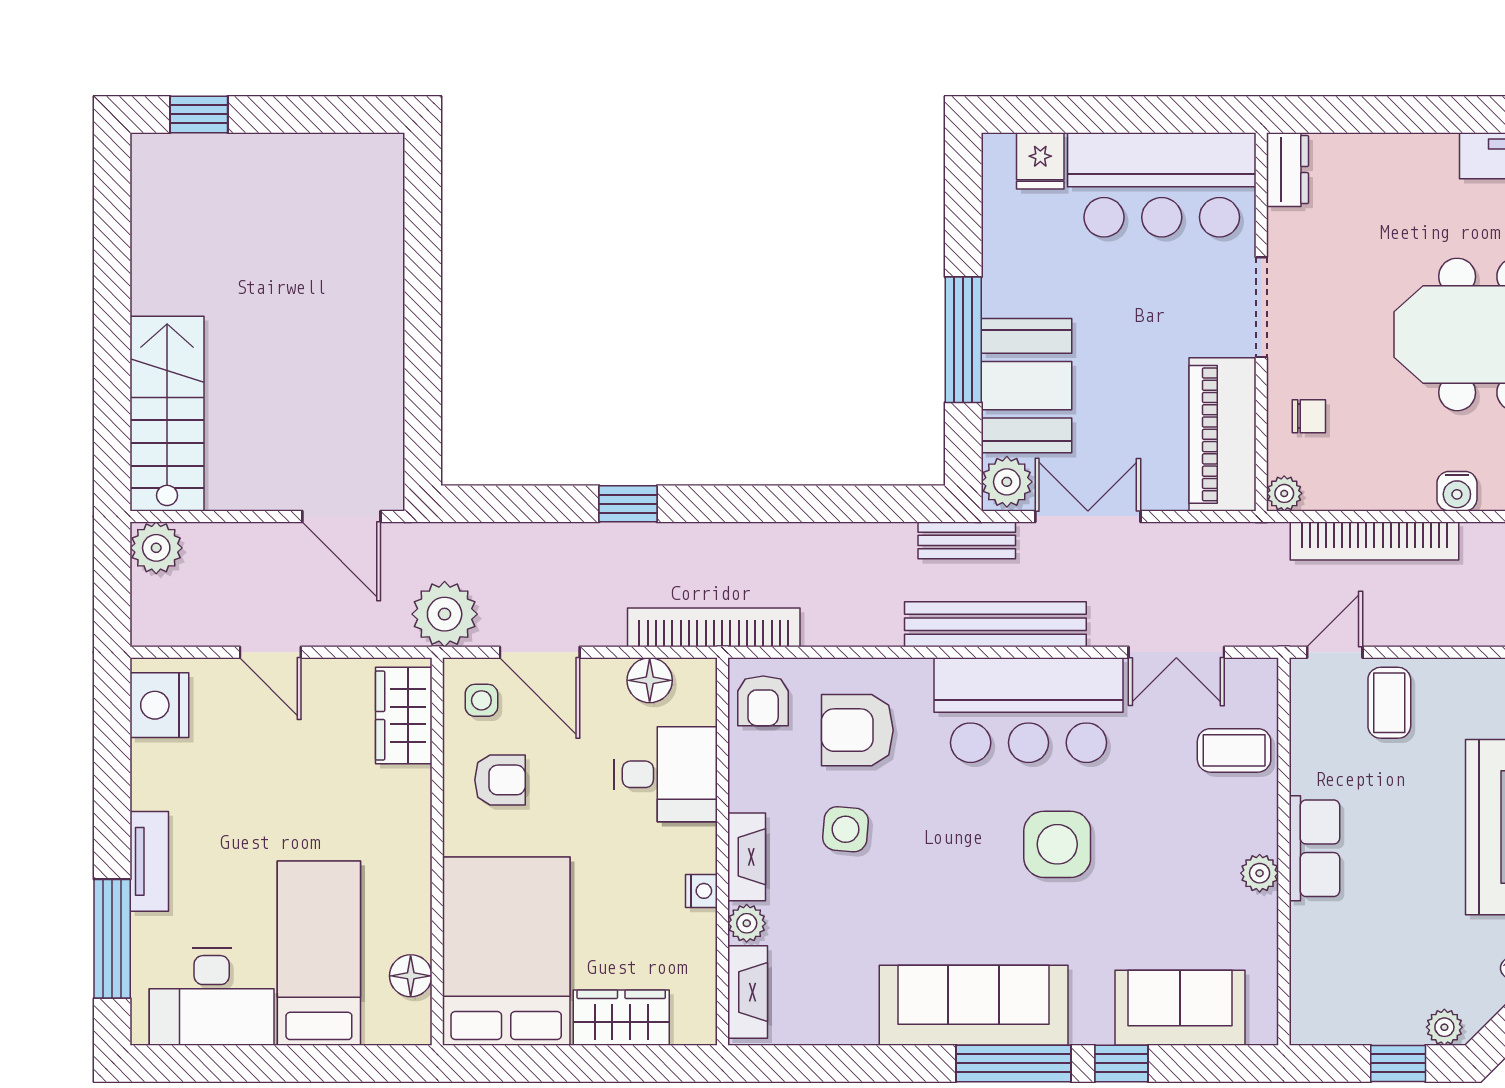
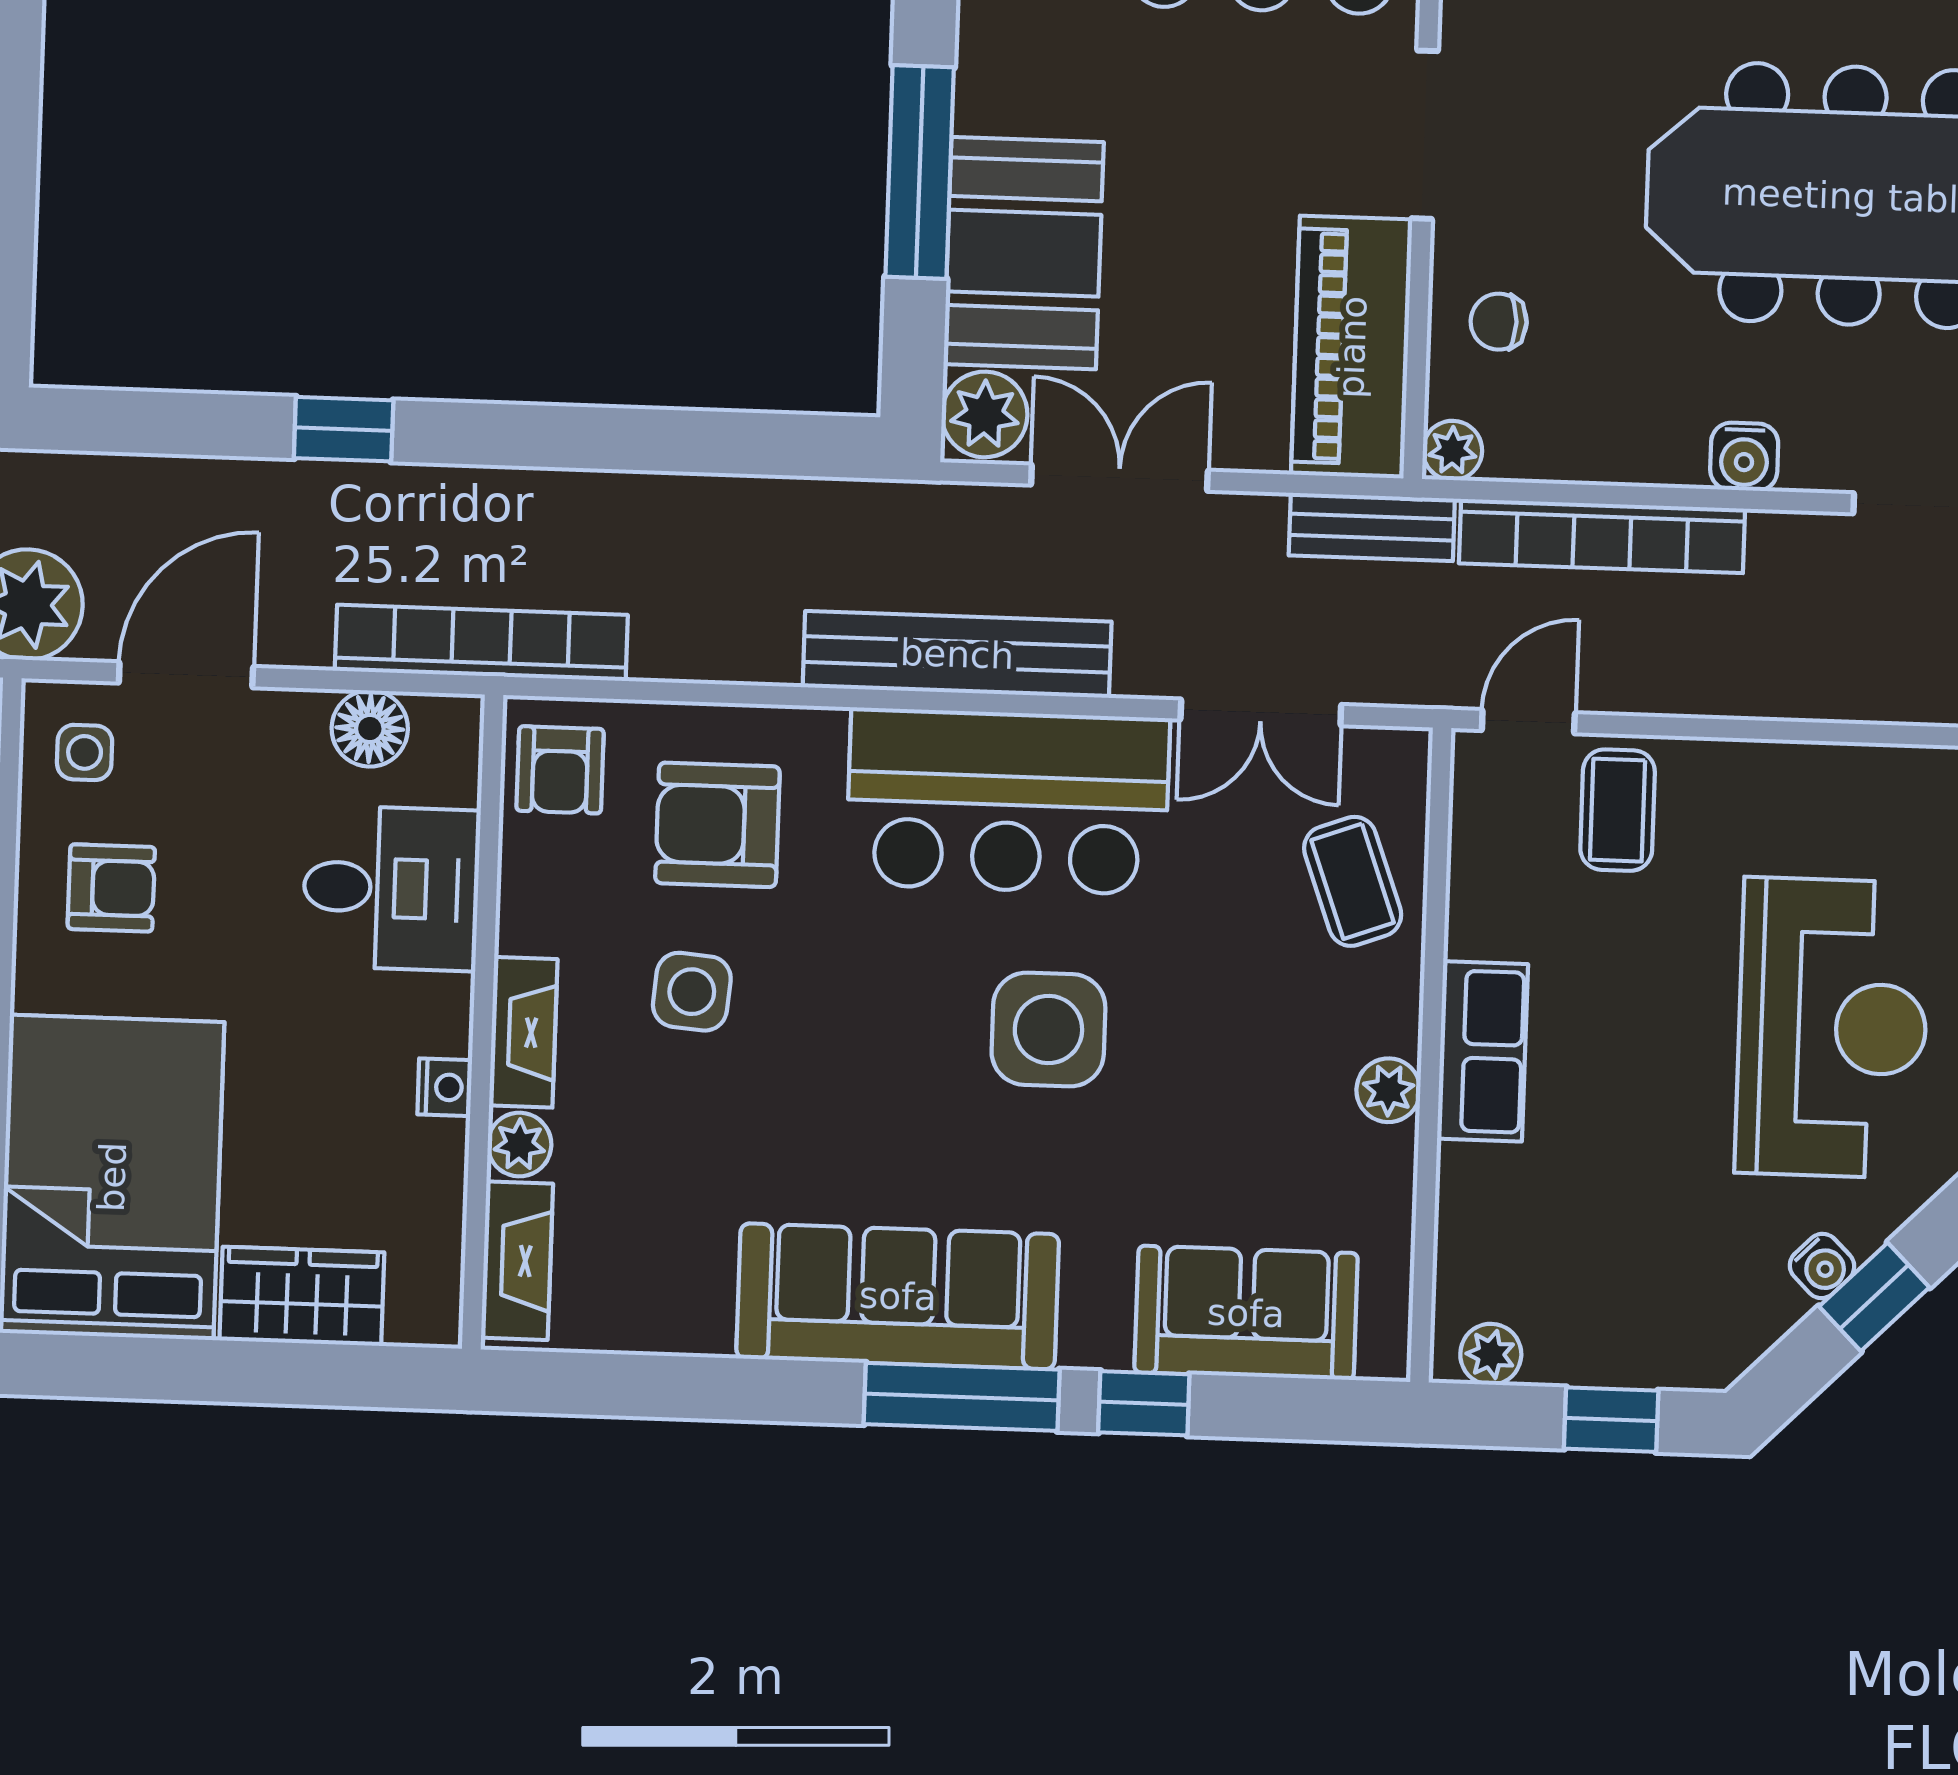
chair: (1309, 416) -> (1499, 322), turned 180
bench: (967, 540) -> (1372, 527), moved
door: (540, 652) -> (186, 675), swing flipped
coffee table: (1234, 750) -> (1353, 881), turned 70
plant: (1444, 1027) -> (1491, 1354), moved

